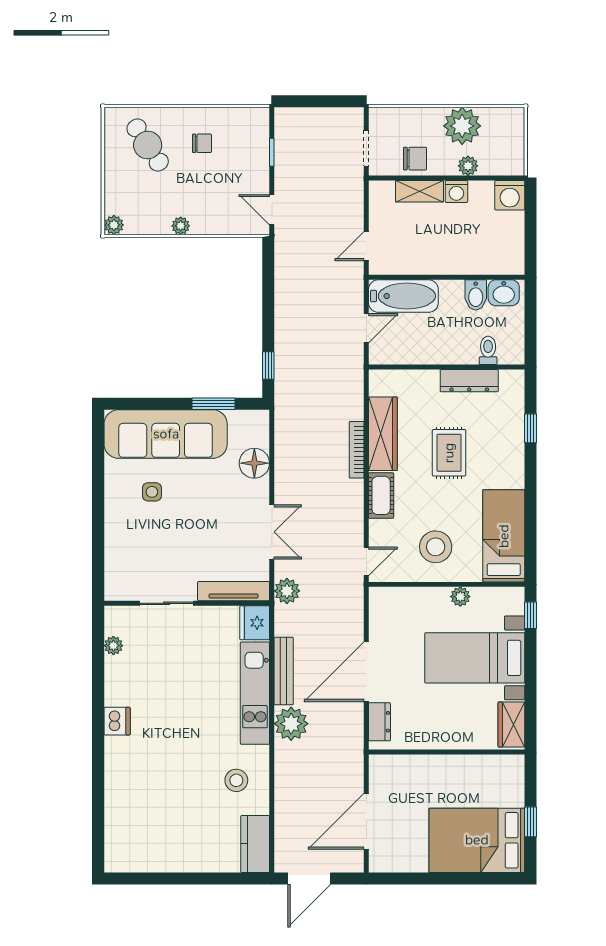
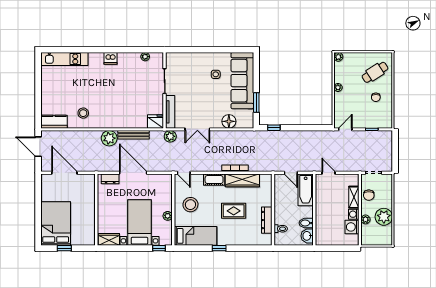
washing machine: (510, 195) -> (352, 227), moved
window: (530, 428) -> (219, 248), moved
kitchen unit: (255, 693) -> (64, 59), moved, turned 180

